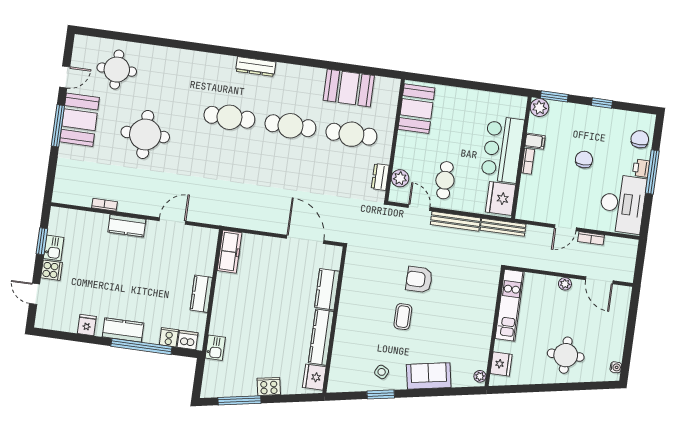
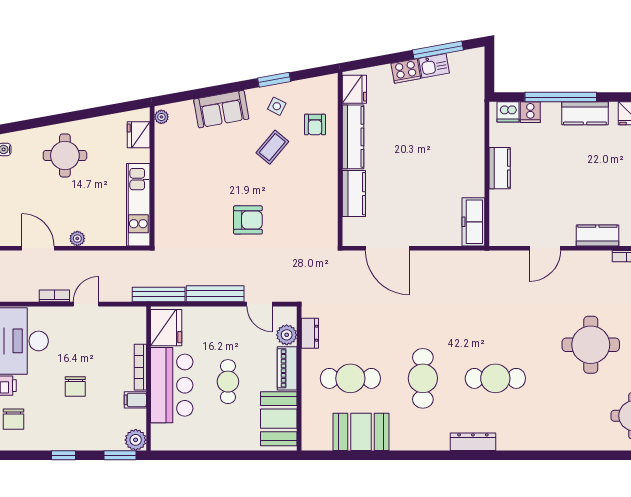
cafe table: (290, 126) -> (423, 378), turned 90
piano: (403, 150) -> (287, 368), added
bookcase: (528, 161) -> (140, 367), width x1.56
cafe table: (445, 180) -> (228, 382), moved
coffee table: (403, 317) -> (272, 147), moved, turned 40
kitchen sink: (215, 348) -> (434, 66), moved, turned -100
armchair: (352, 352) -> (315, 125), added

